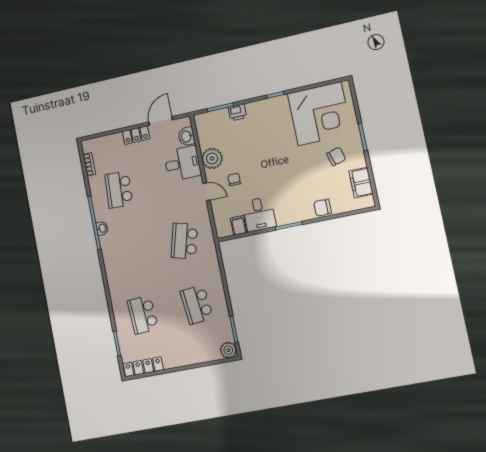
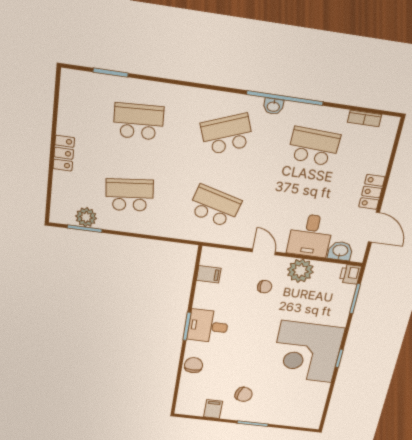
printer: (237, 112) -> (350, 274), moved
corner desk: (320, 114) -> (307, 352), moved
chair: (336, 156) -> (244, 394), turned -58
filing cabinet: (361, 183) -> (213, 409), width x0.50
door: (207, 192) -> (264, 252), swing flipped
desk: (259, 214) -> (208, 326), moved
school desk: (131, 252) -> (227, 134), added
plant: (228, 350) -> (86, 217), moved
locker: (143, 367) -> (64, 153), moved, width x0.66

